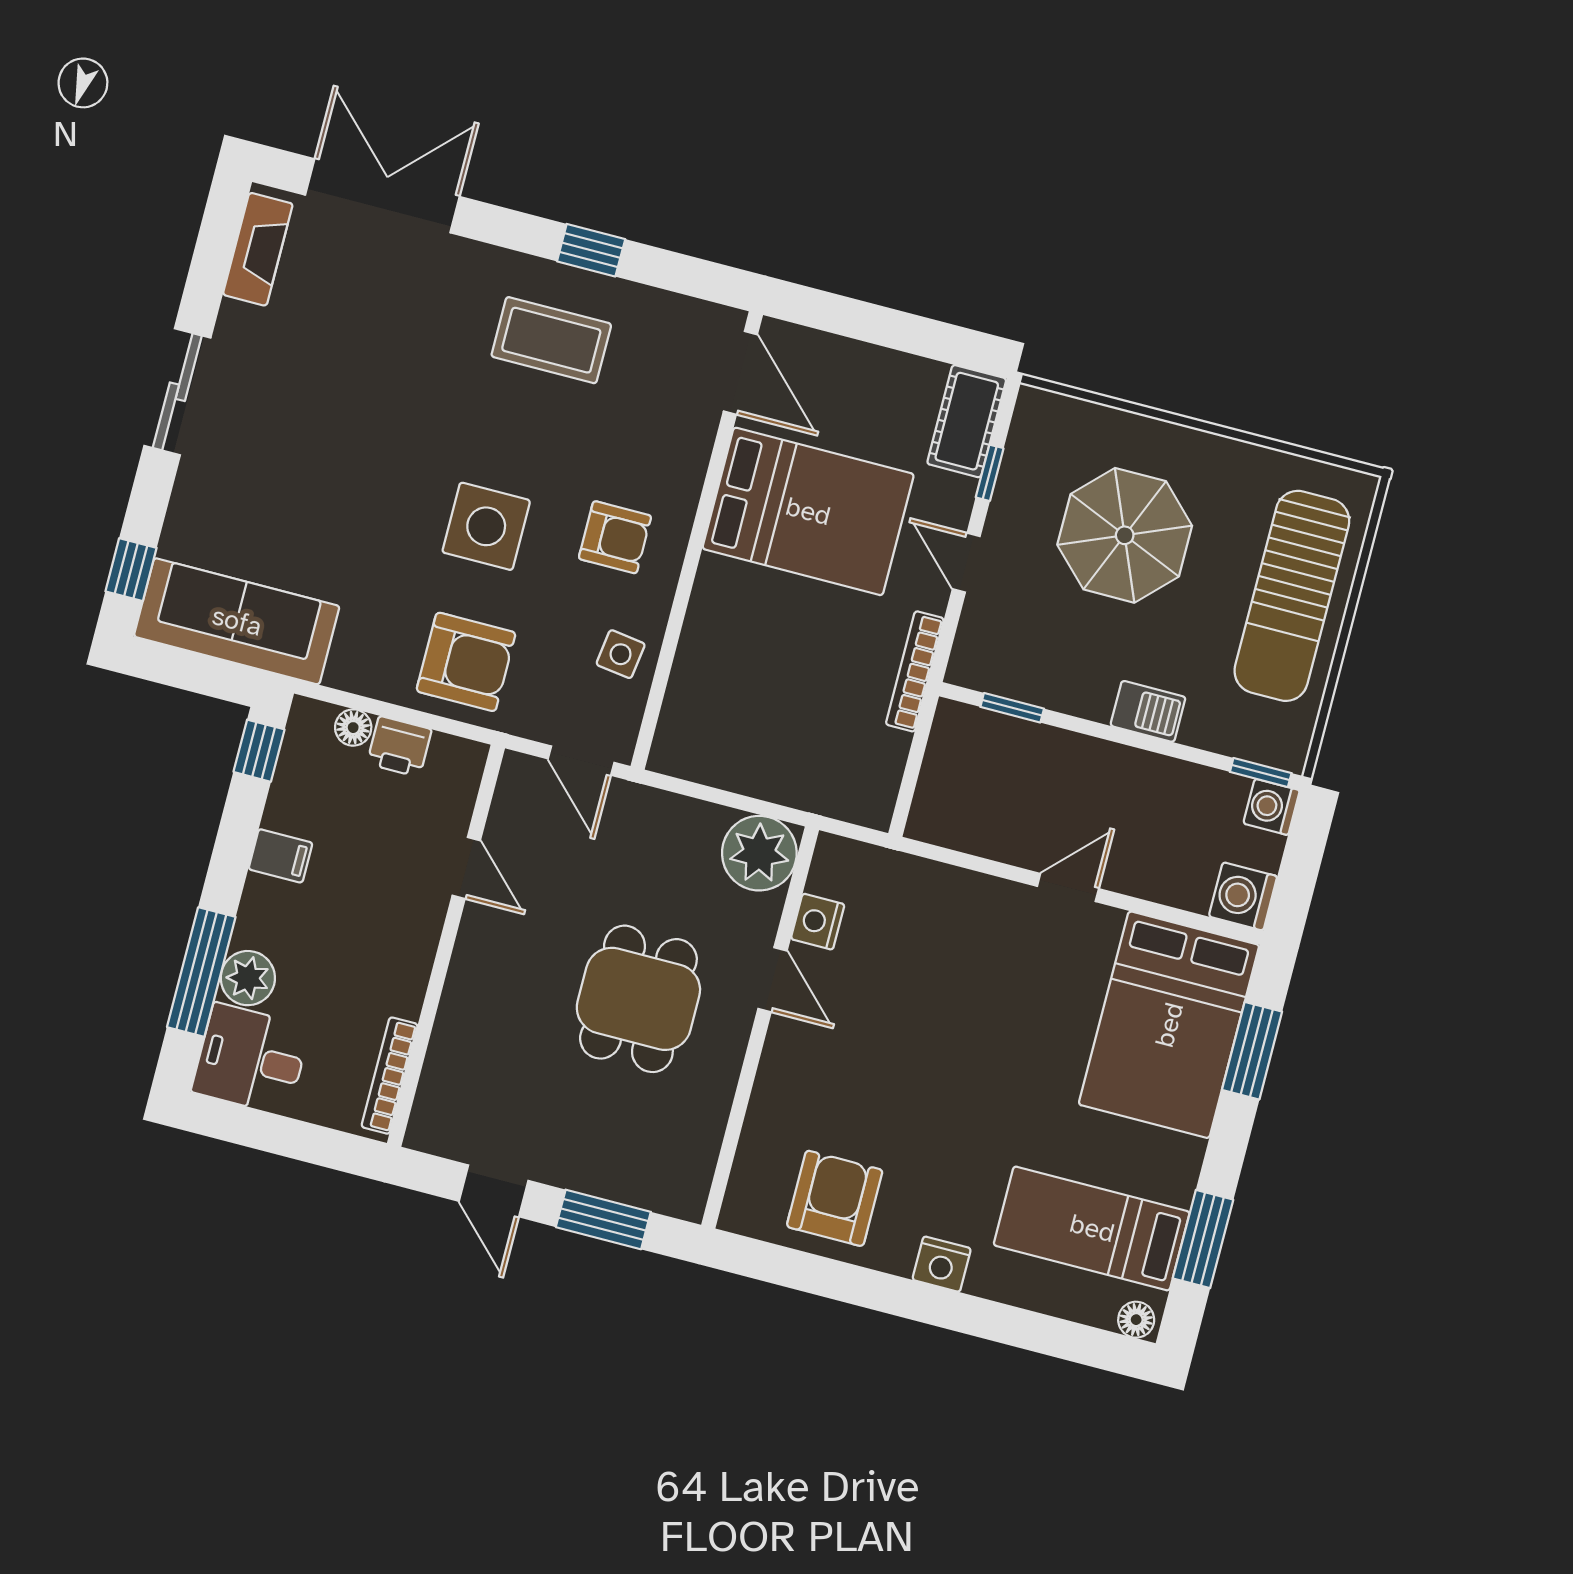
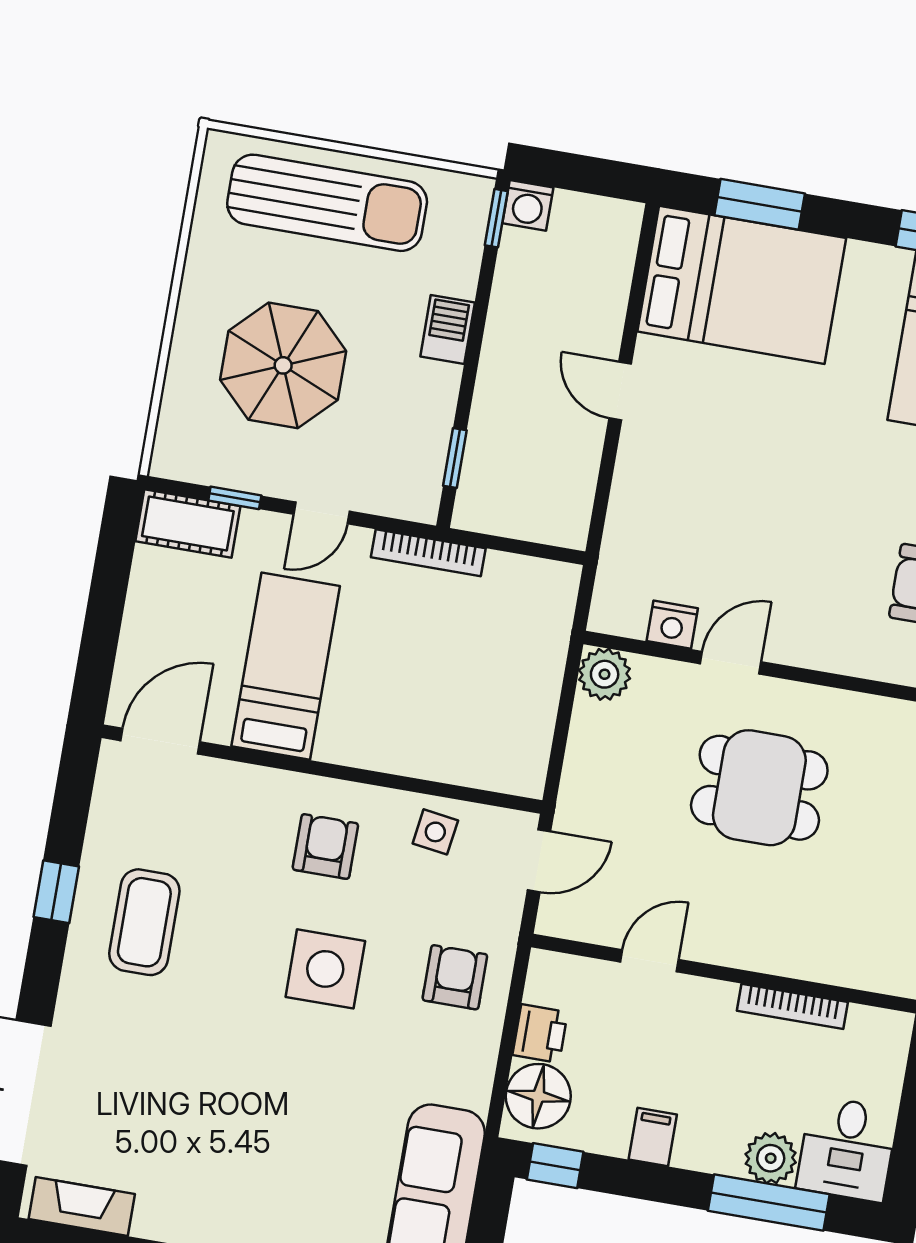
bed: (808, 511) -> (286, 666), width x0.67
armchair: (466, 662) -> (455, 977), width x0.72, depth x0.72
floor lamp: (353, 728) -> (538, 1096), width x1.89, depth x1.89
plant: (759, 853) -> (605, 674), width x0.73, depth x0.73
washing machine: (1243, 896) -> (615, 225), removed
bookcase: (390, 1076) -> (792, 1006), moved

